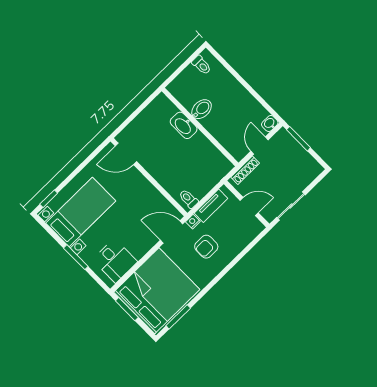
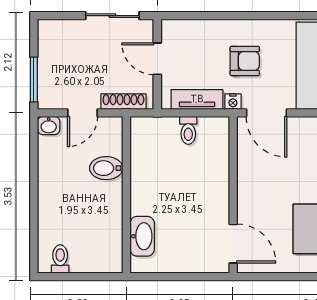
bidet: (202, 109) -> (106, 168), moved
washbasin: (184, 125) -> (142, 236), moved
toilet: (189, 199) -> (188, 130), moved

